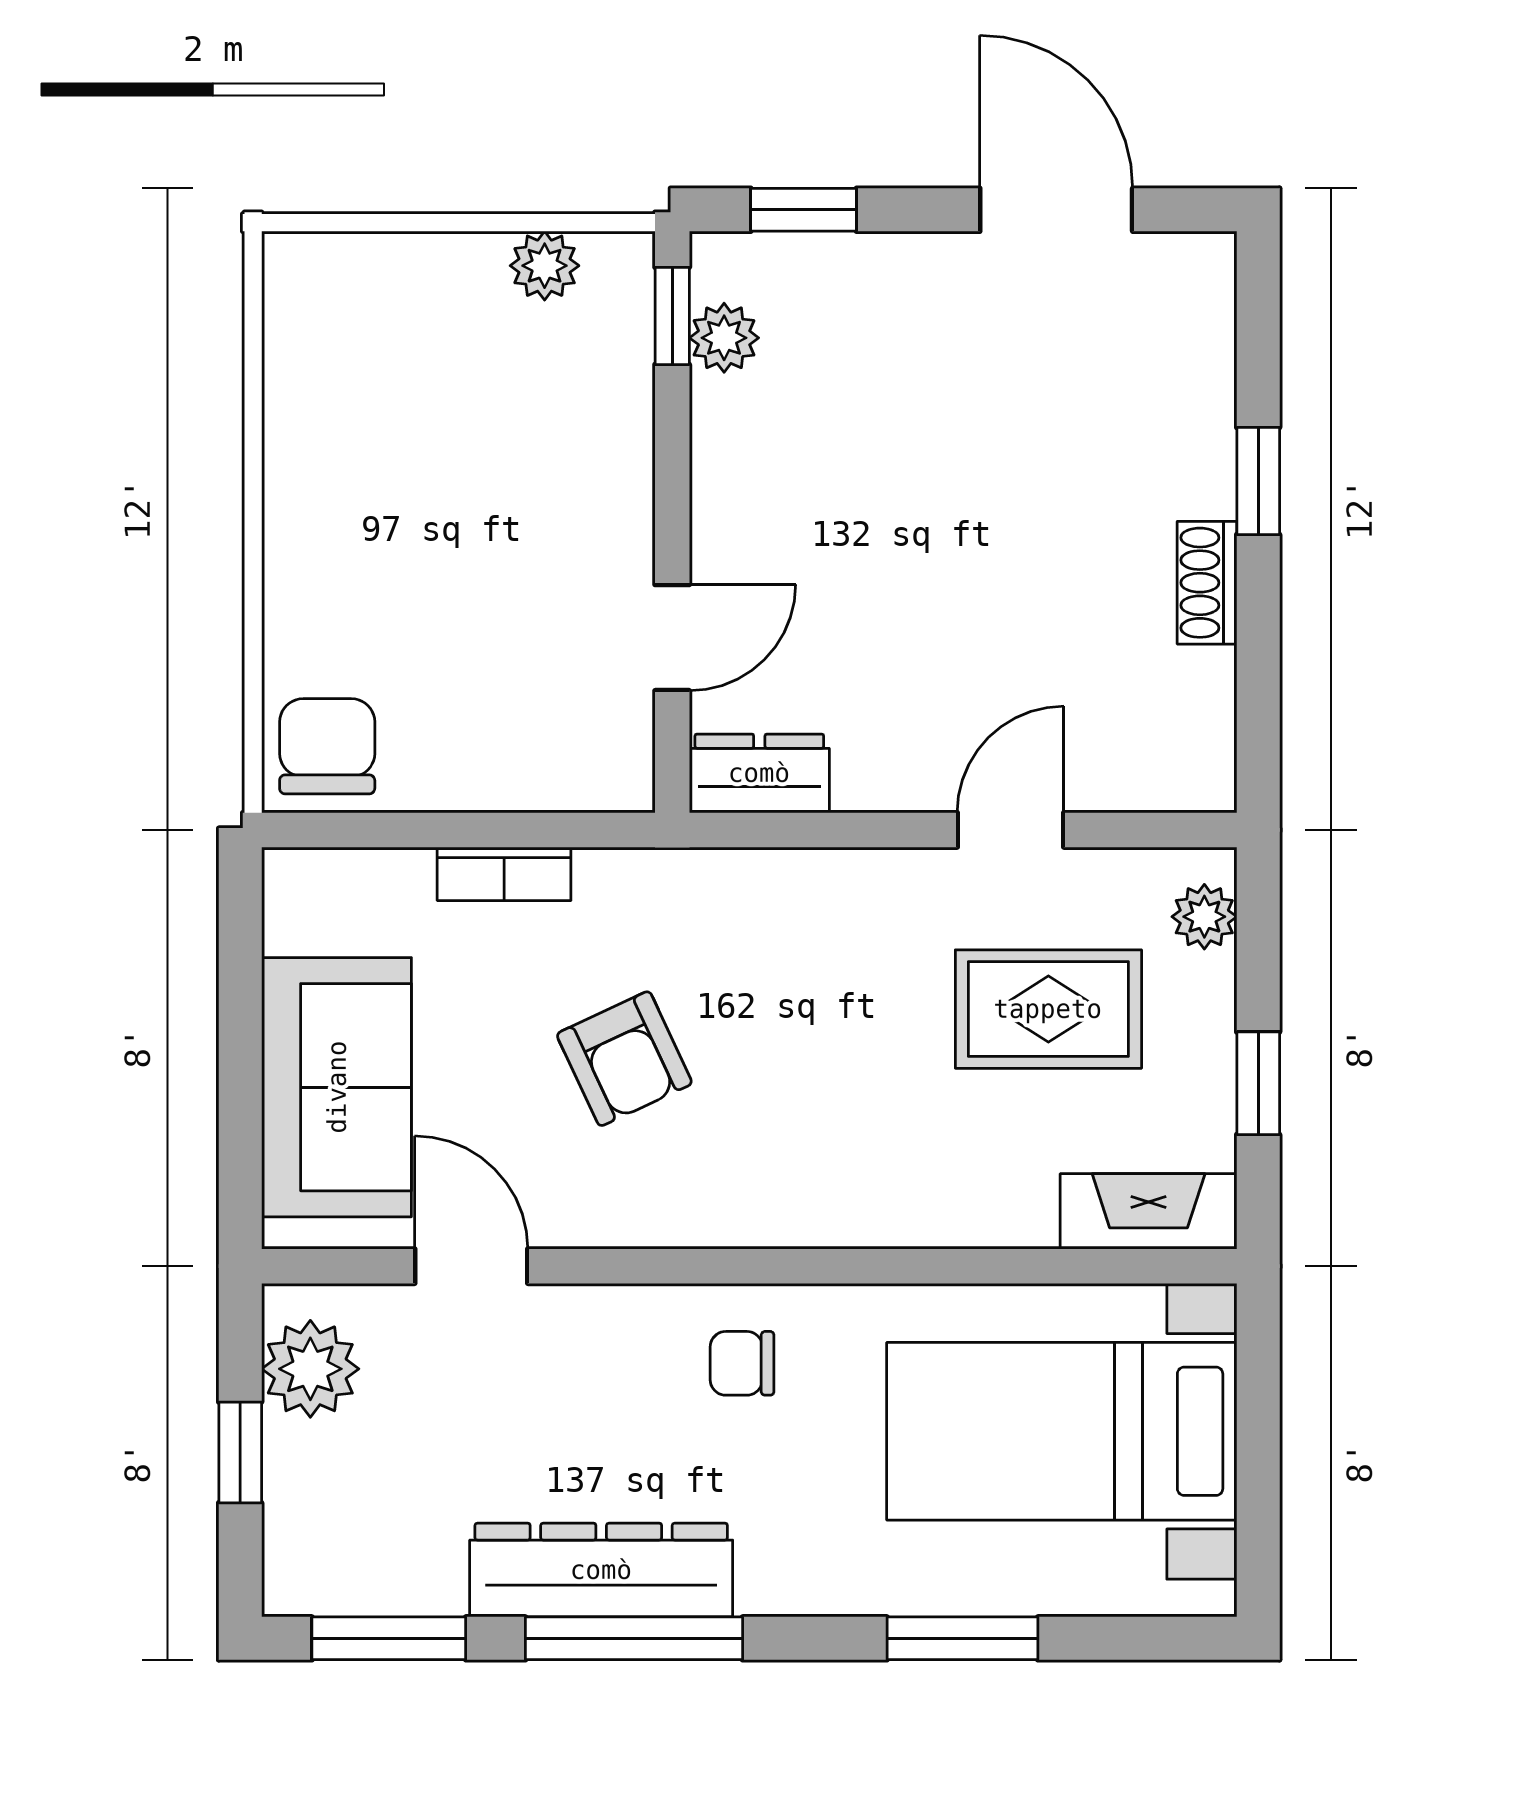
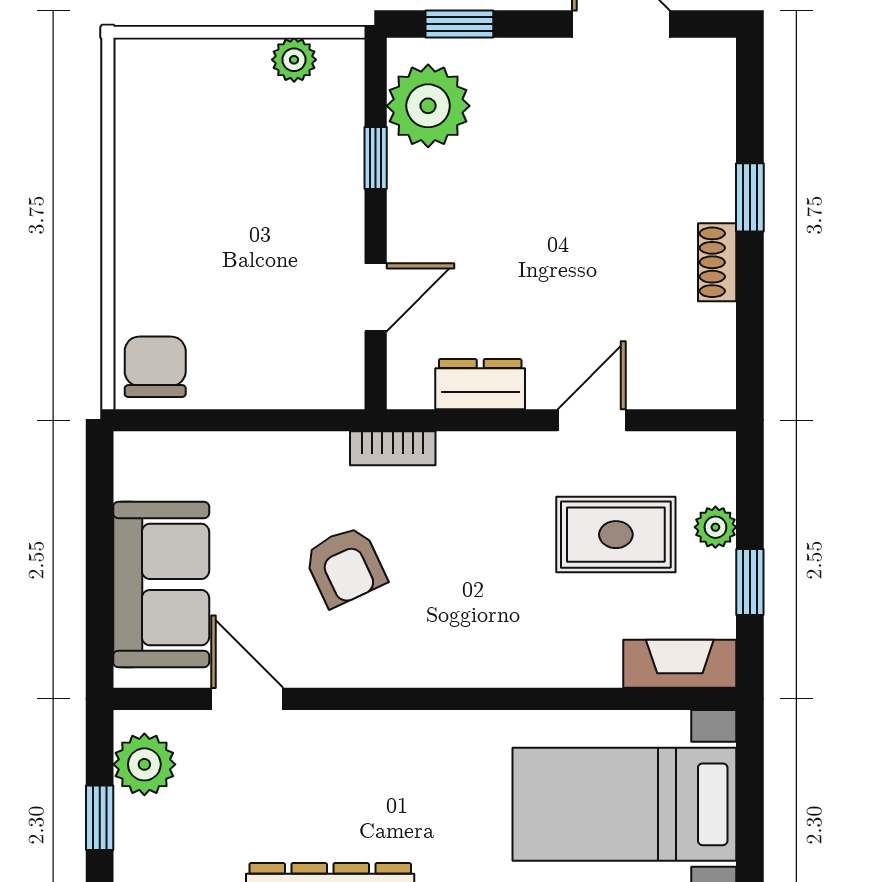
window: (672, 316) -> (376, 158), moved
plant: (724, 338) -> (428, 106), width x1.88, depth x1.88
dresser: (759, 773) -> (480, 384), moved
bookcase: (504, 874) -> (393, 448), moved
plant: (1204, 917) -> (715, 527), moved
chair: (742, 1363) -> (420, 761), removed

